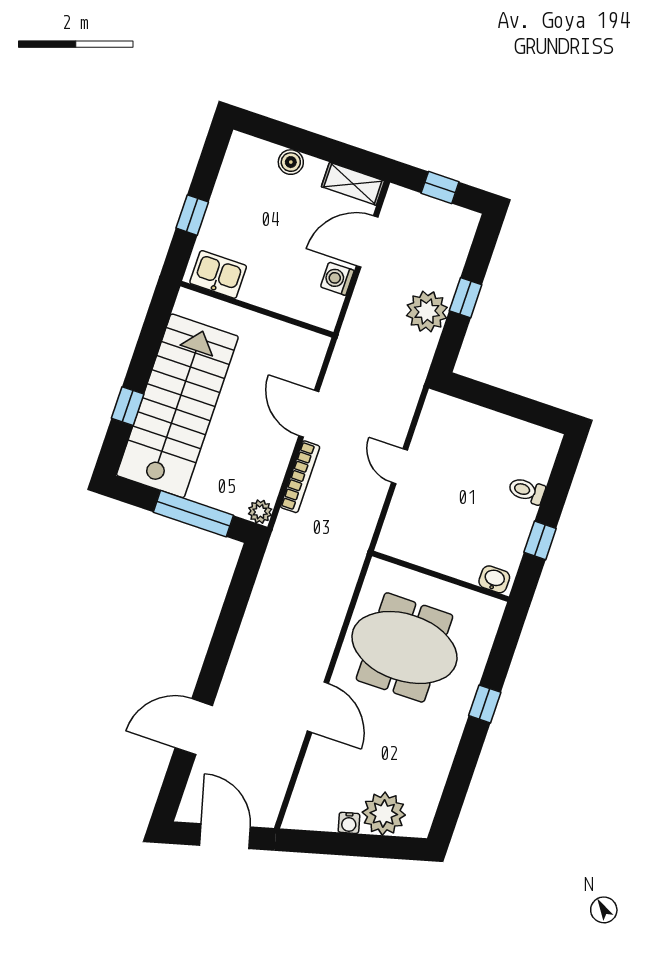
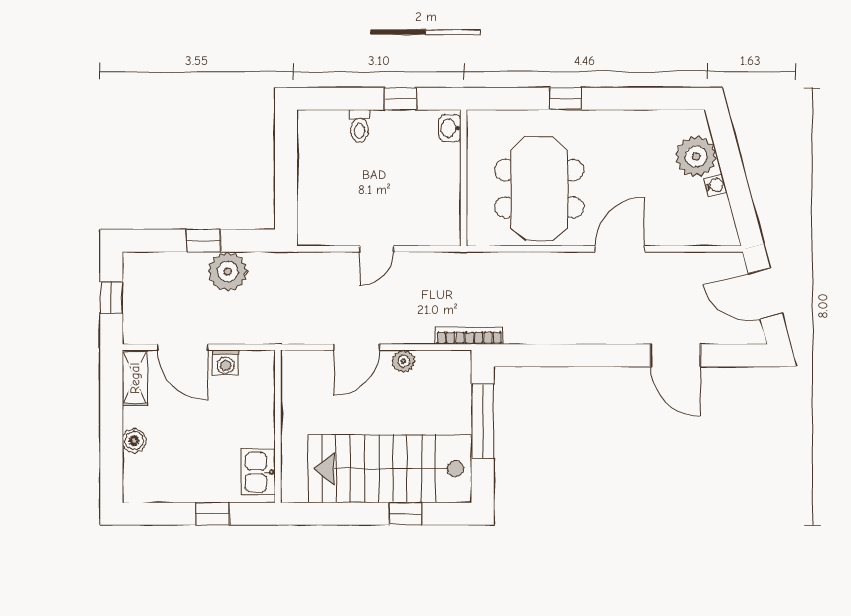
bookcase: (300, 477) -> (469, 336), moved
plant: (260, 512) -> (403, 361), moved
door: (225, 836) -> (765, 293), hinge flipped

